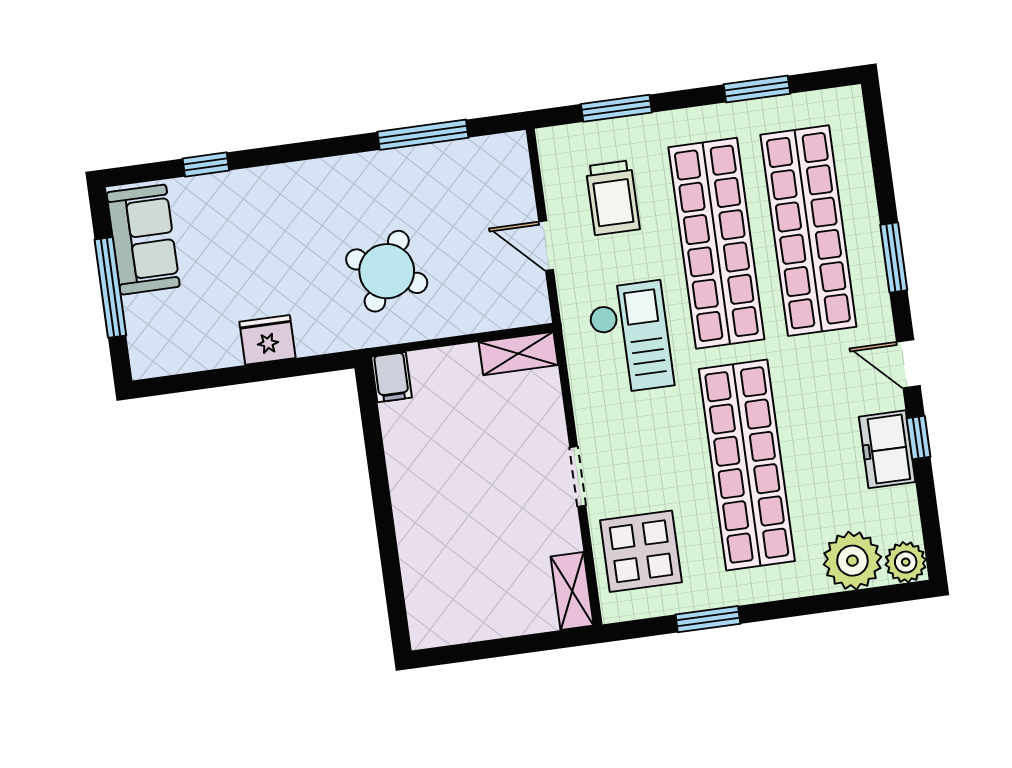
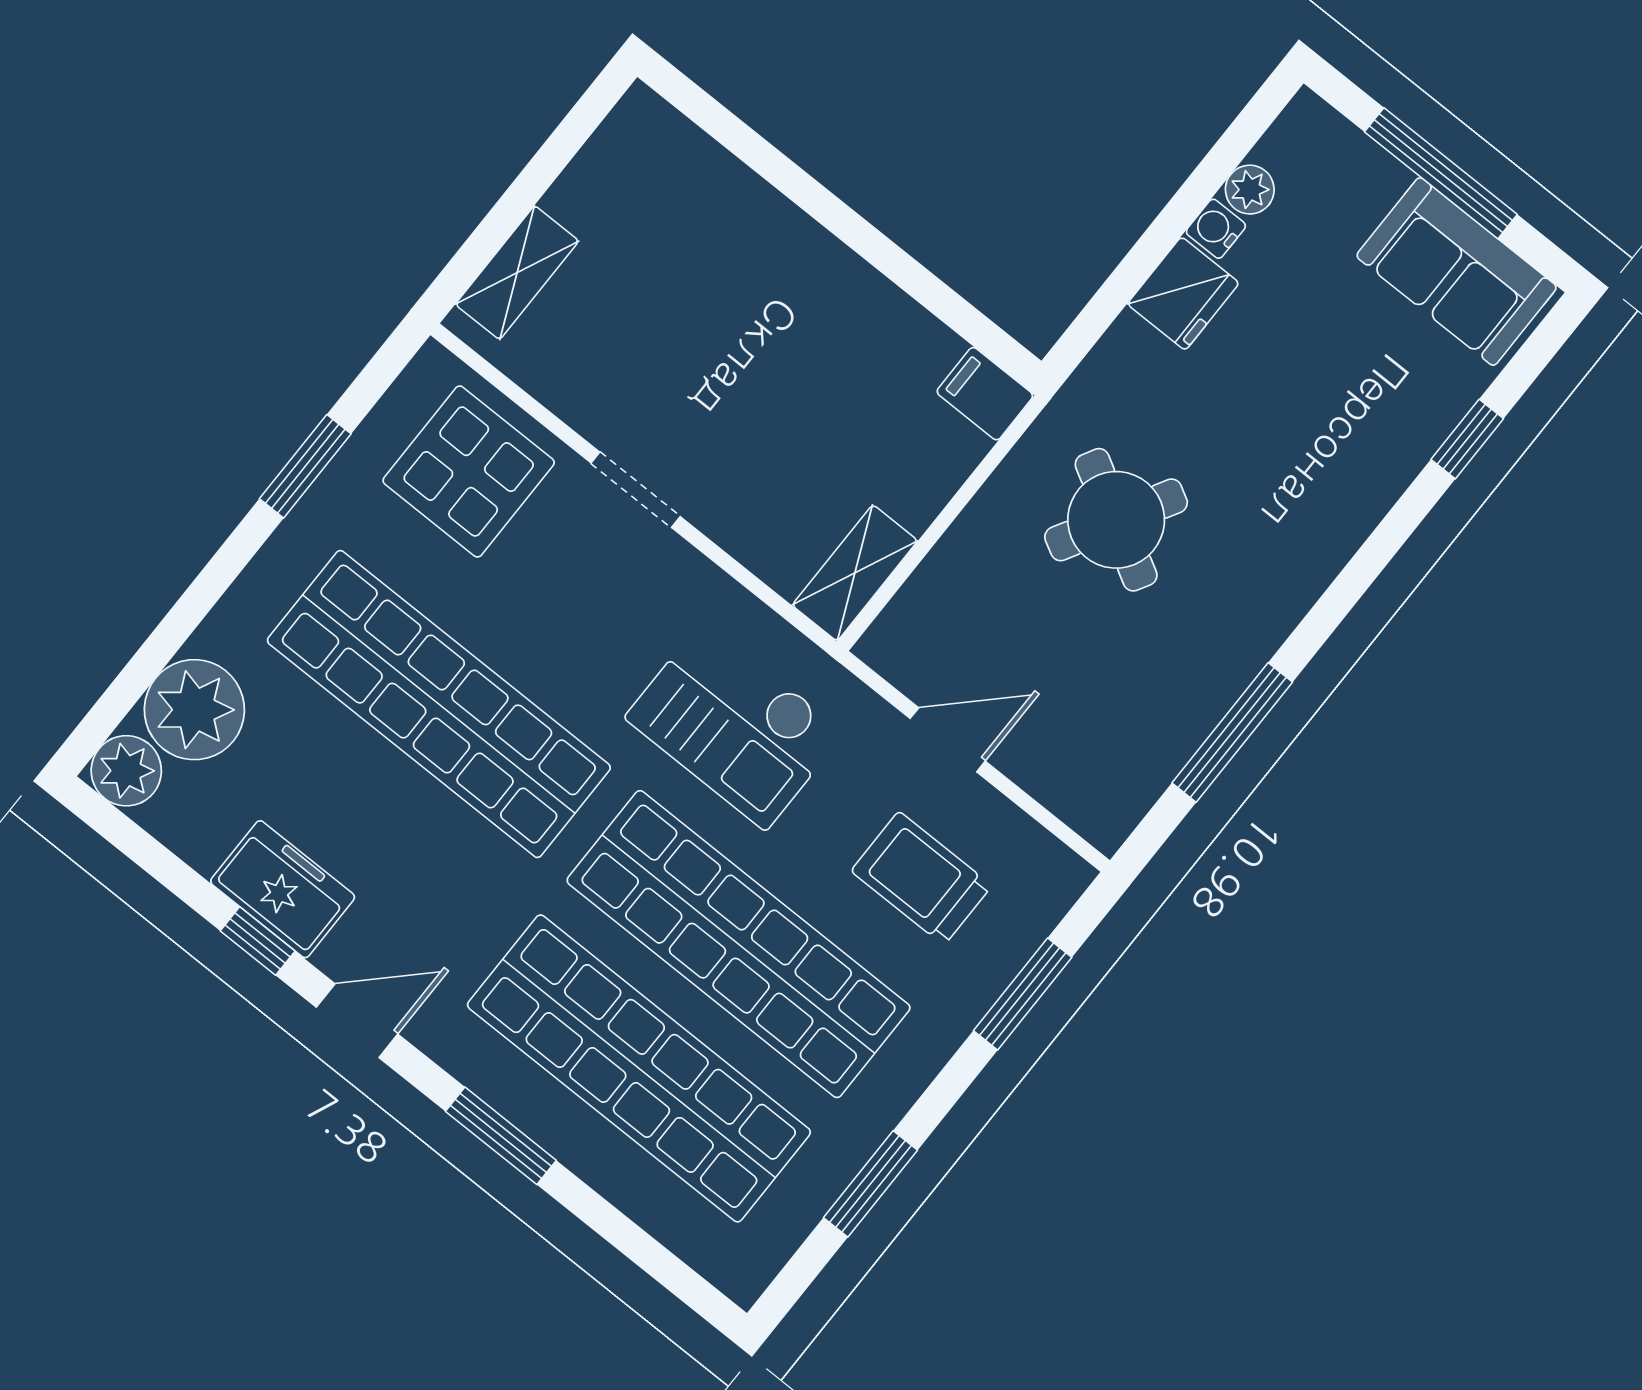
water cooler: (228, 354) -> (1216, 229), added
plant: (198, 357) -> (1250, 190), added
shelving: (572, 591) -> (517, 273), moved, turned 90

